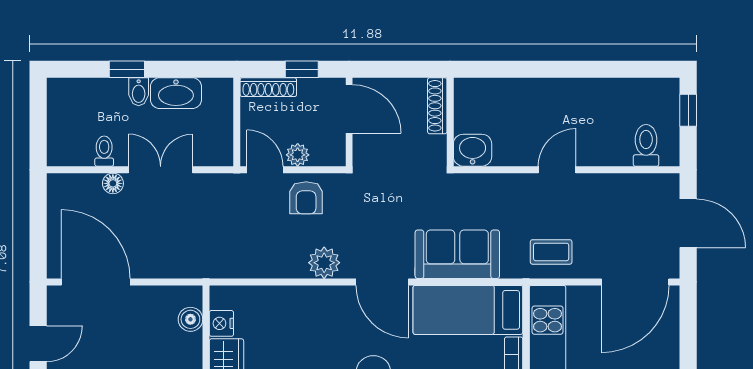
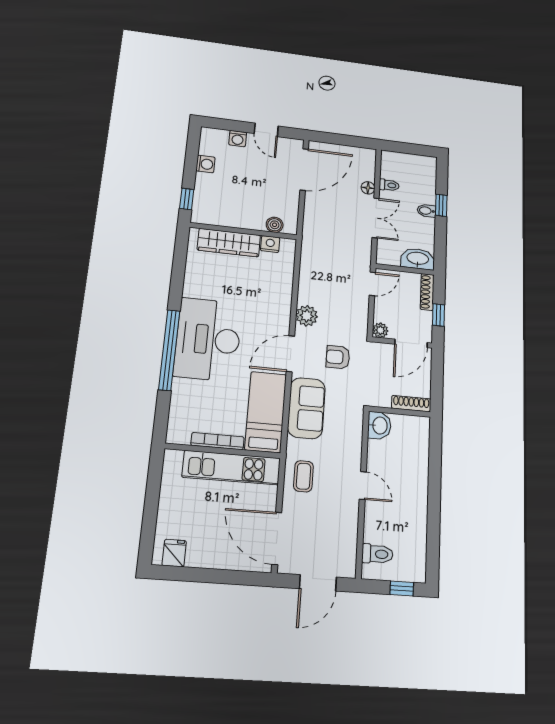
washbasin: (176, 93) -> (418, 259), moved, turned 90
plant: (298, 155) -> (380, 330), moved
armchair: (306, 198) -> (338, 357), moved

